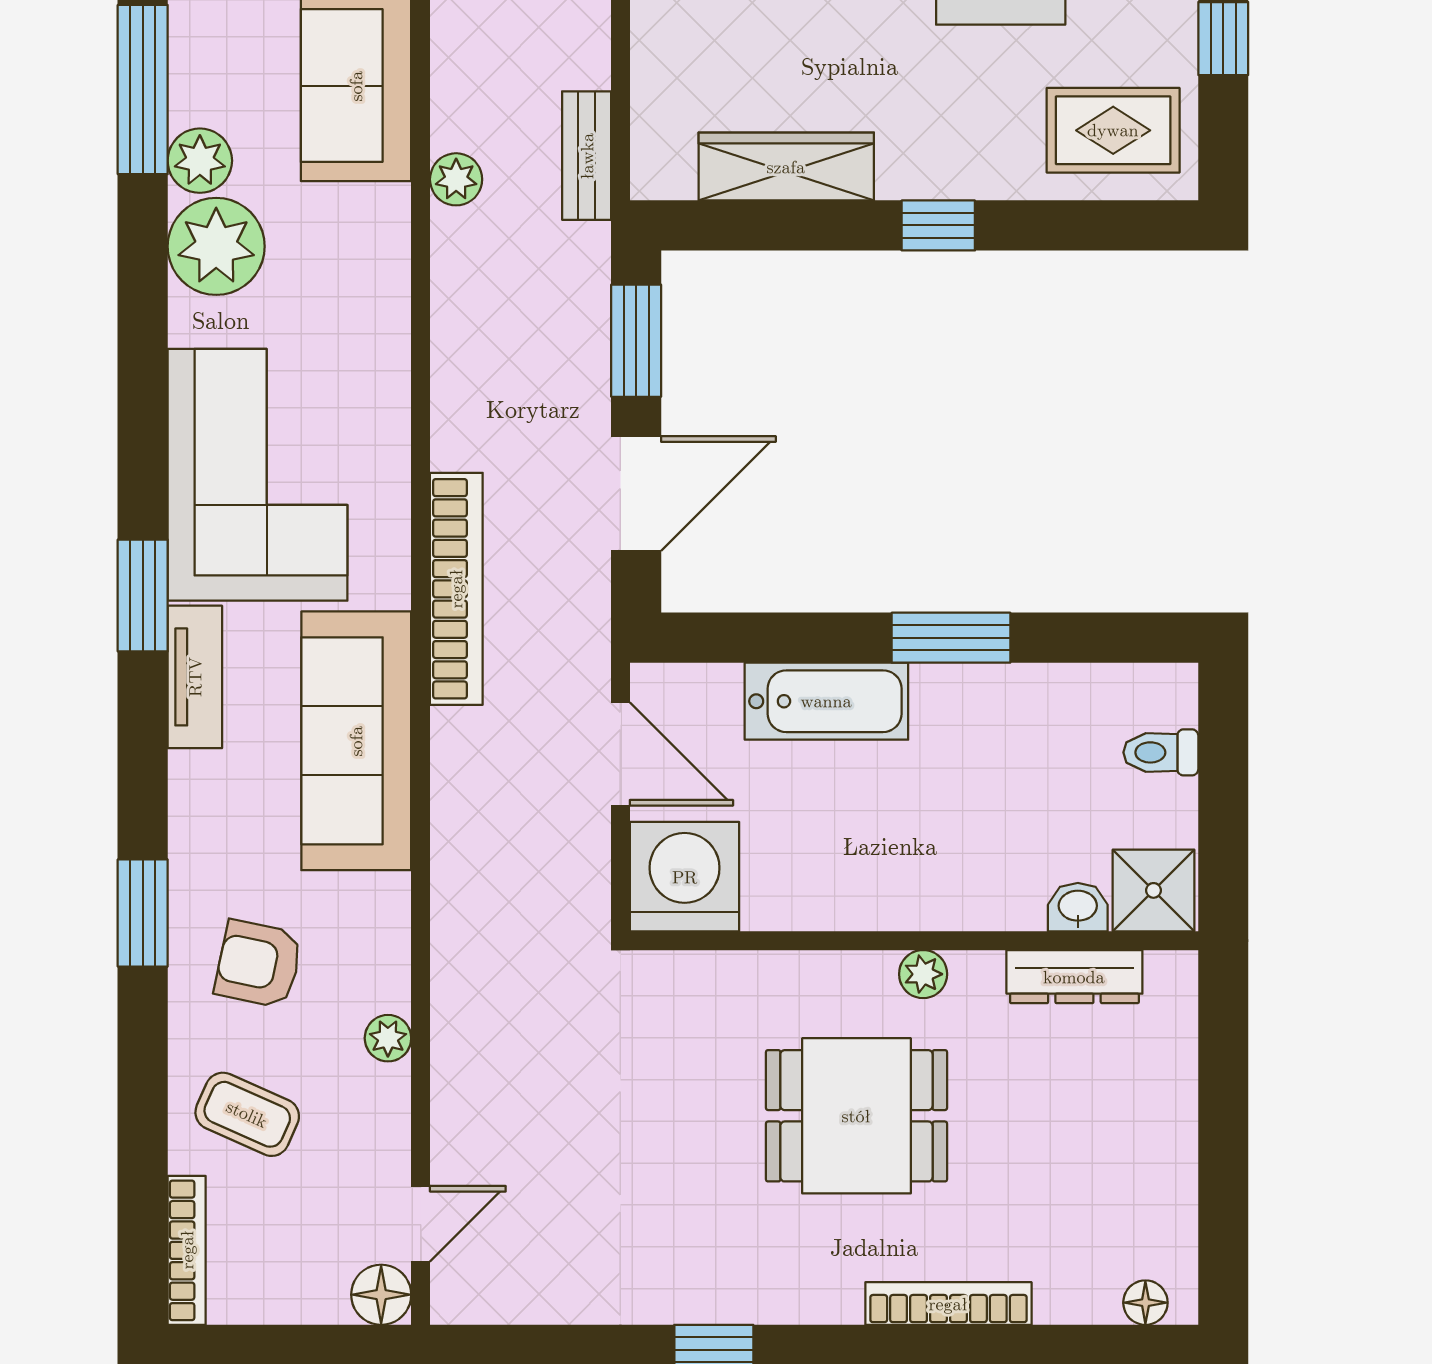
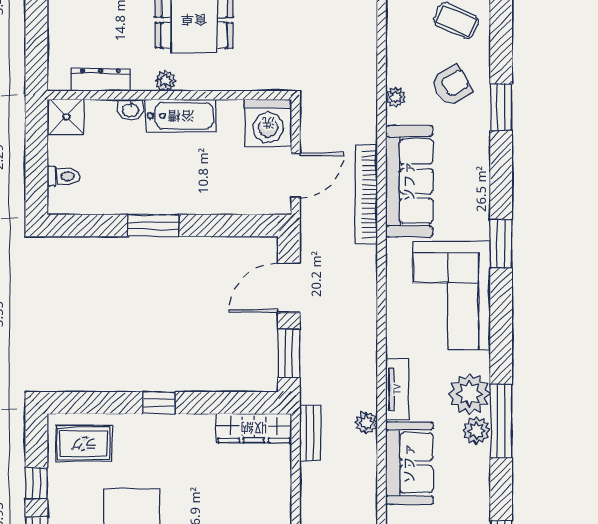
window: (143, 90) -> (501, 421), moved
wardrobe: (786, 167) -> (254, 428), moved
bookcase: (456, 589) -> (366, 194), moved
tv unit: (195, 677) -> (397, 389), moved, turned 180
bathtub: (826, 701) -> (181, 116), moved, turned 180
door: (620, 754) -> (296, 176), swing flipped
washbasin: (1078, 907) -> (131, 110), moved
armchair: (259, 964) -> (451, 85), turned -42
plant: (388, 1038) -> (396, 97), moved

